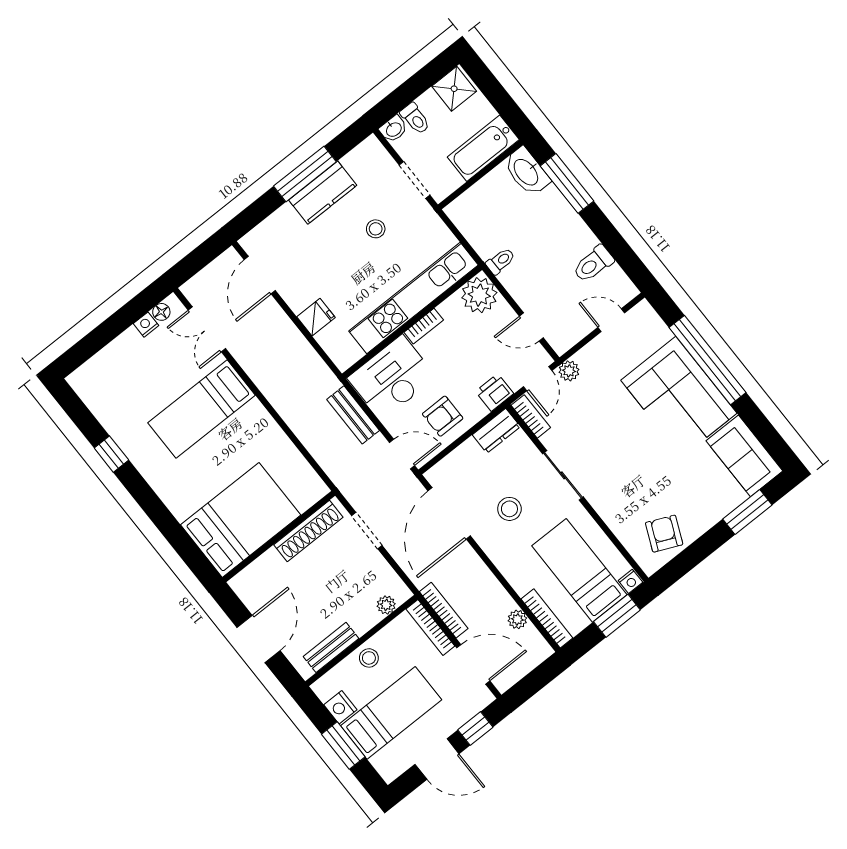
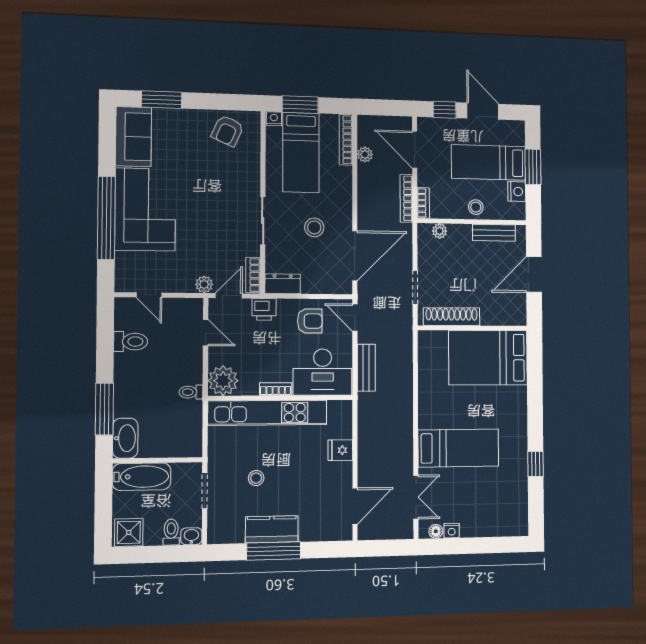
bookcase: (430, 628) -> (423, 203), width x0.64

